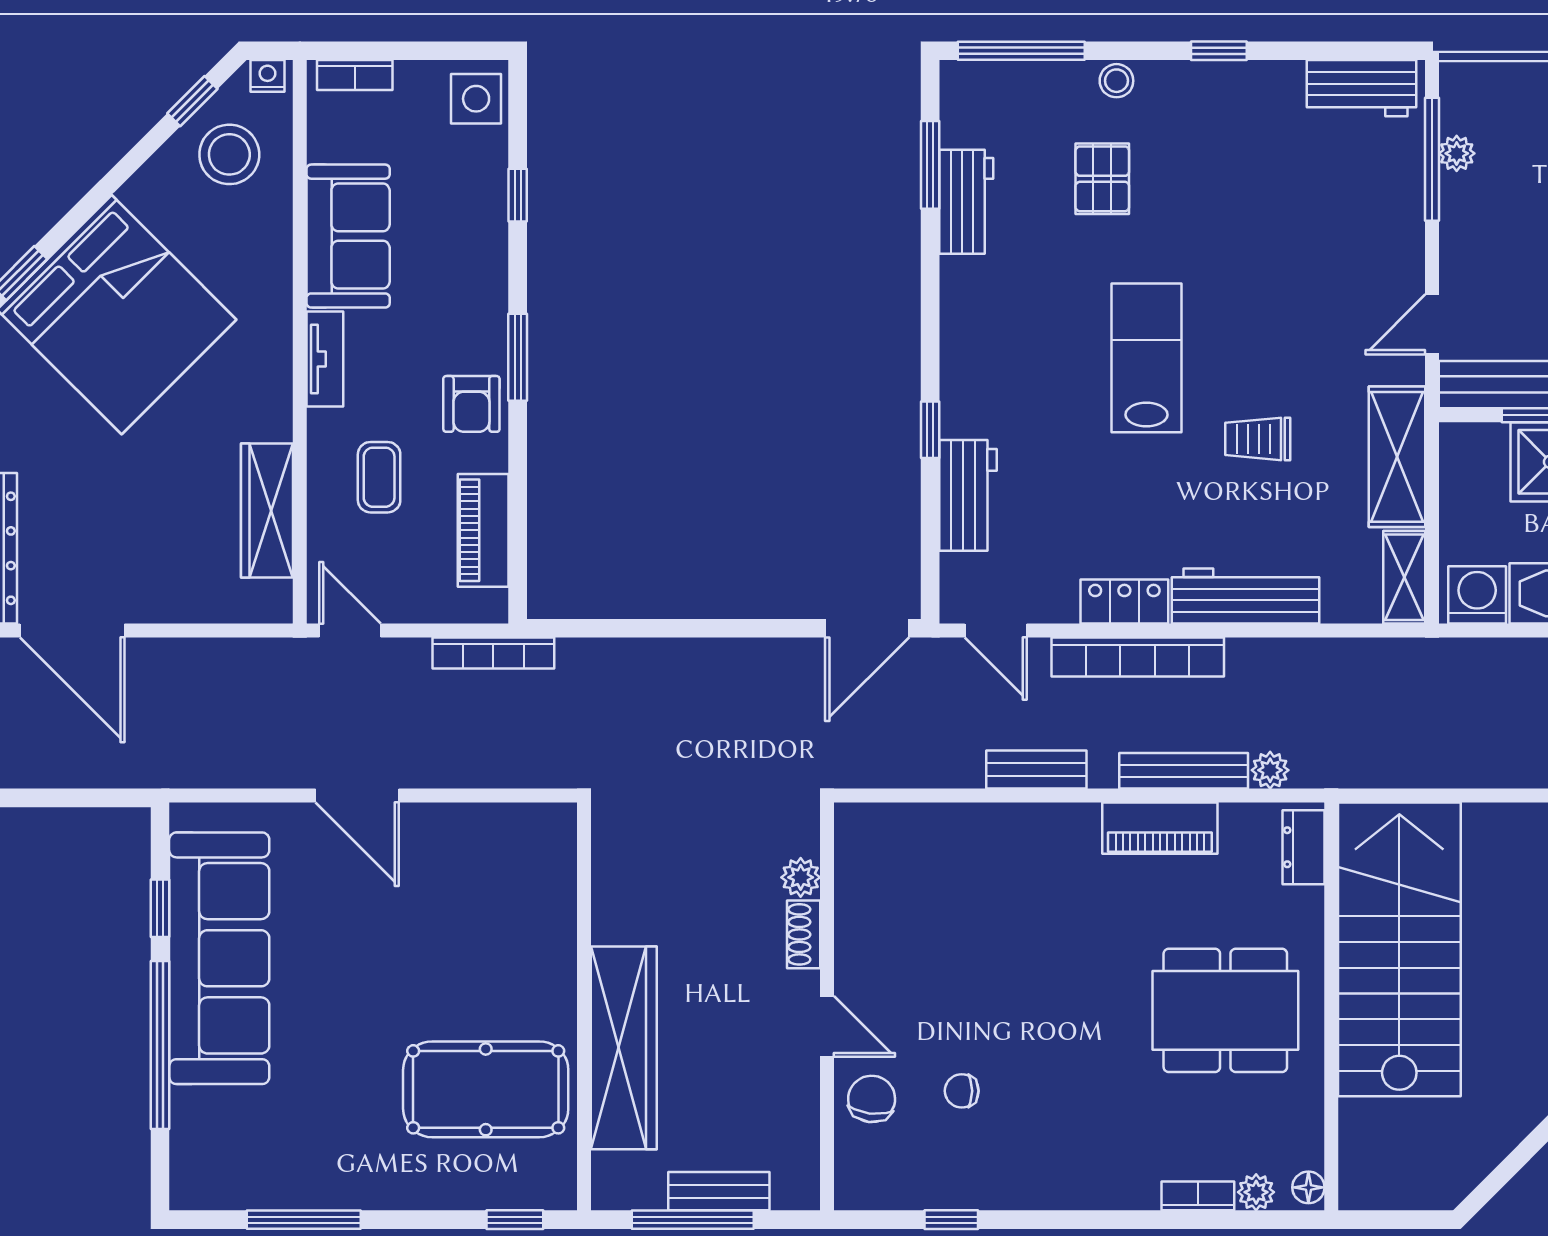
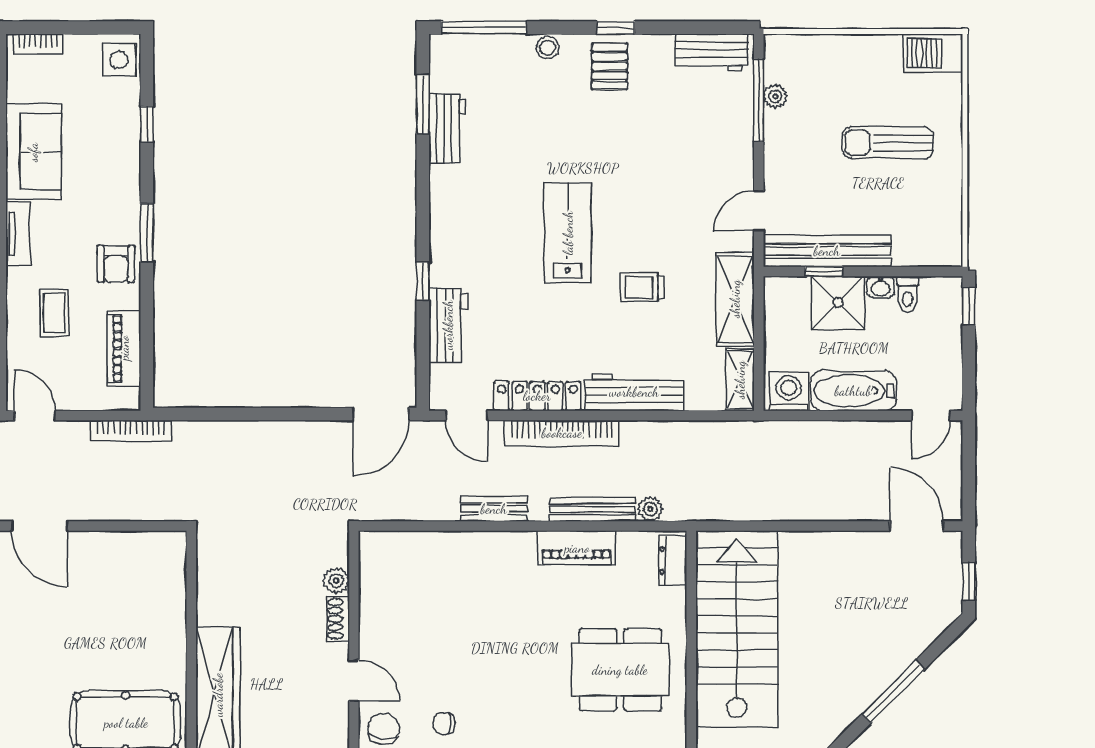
pallet: (1102, 179) -> (610, 66), moved
locker: (1124, 602) -> (537, 396), width x1.53

